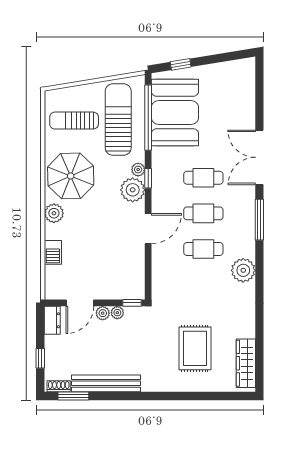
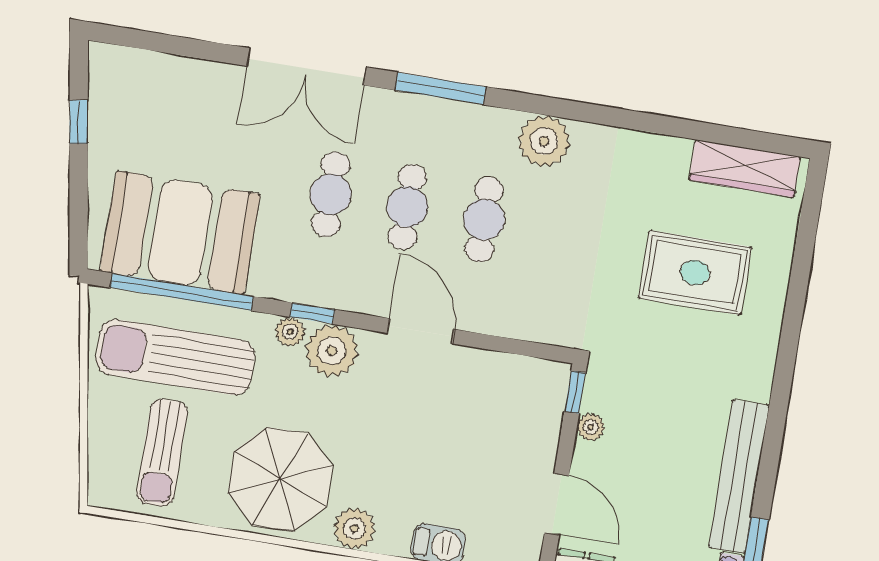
window: (181, 64) -> (79, 122), moved
plant: (103, 313) -> (587, 459), removed

